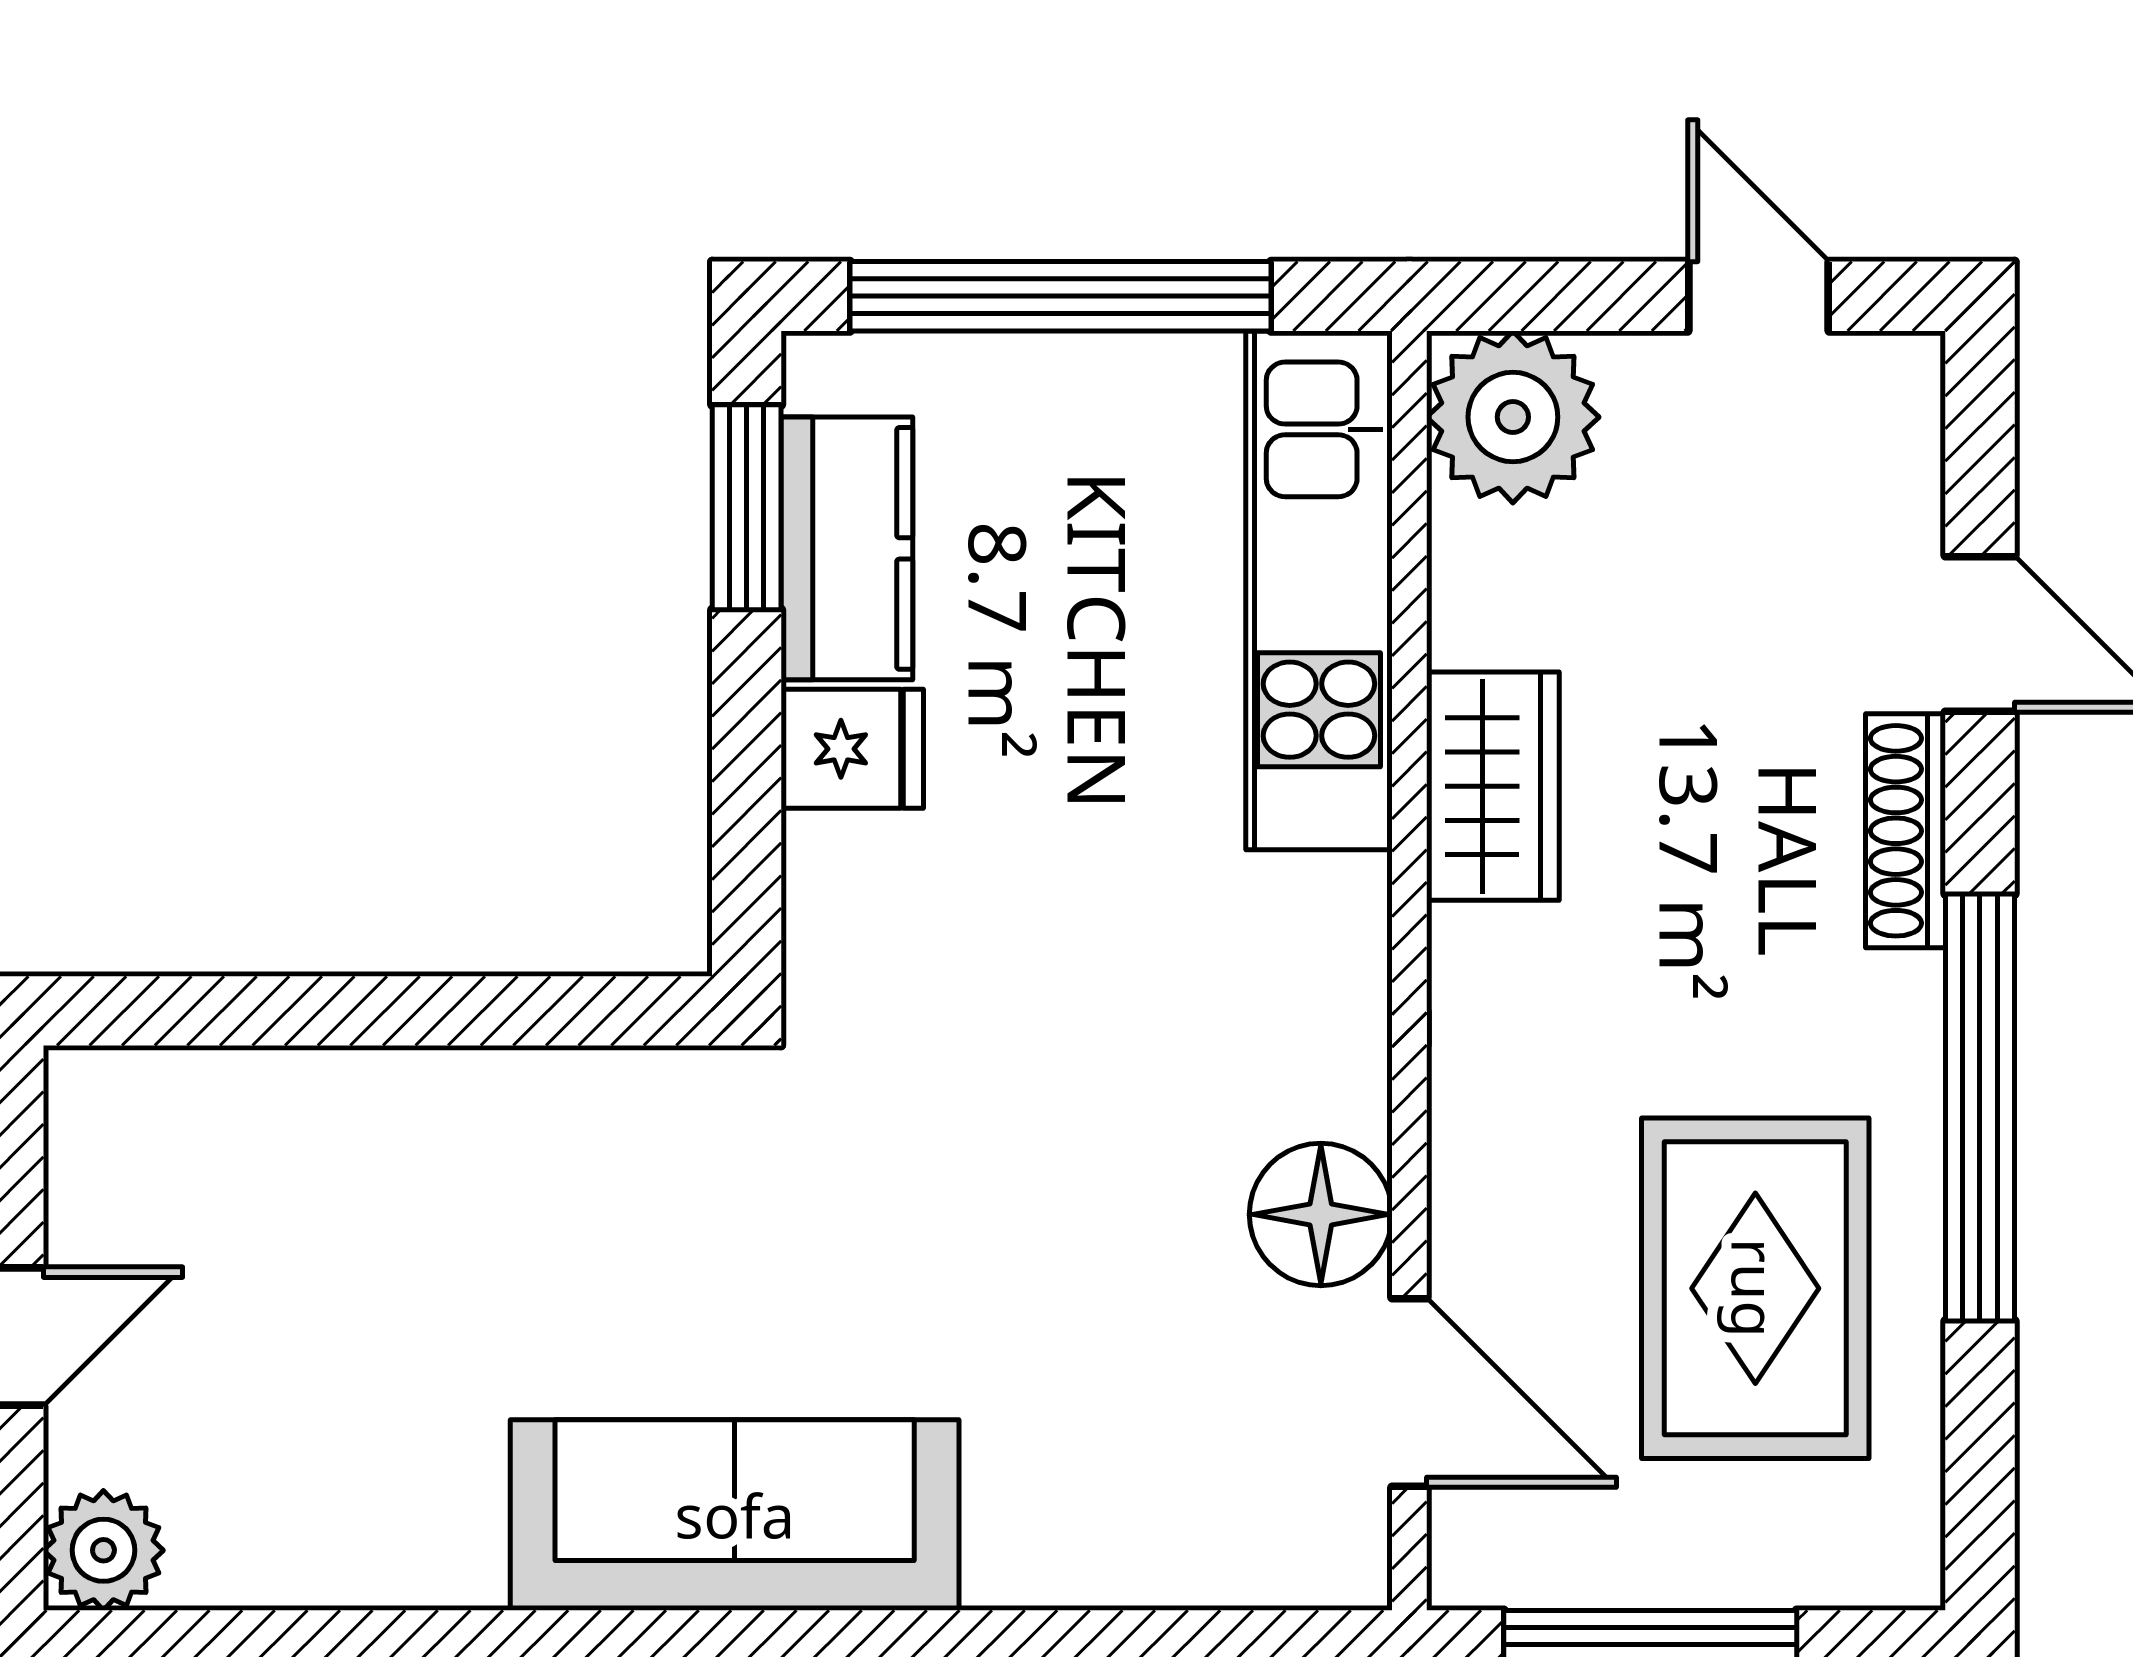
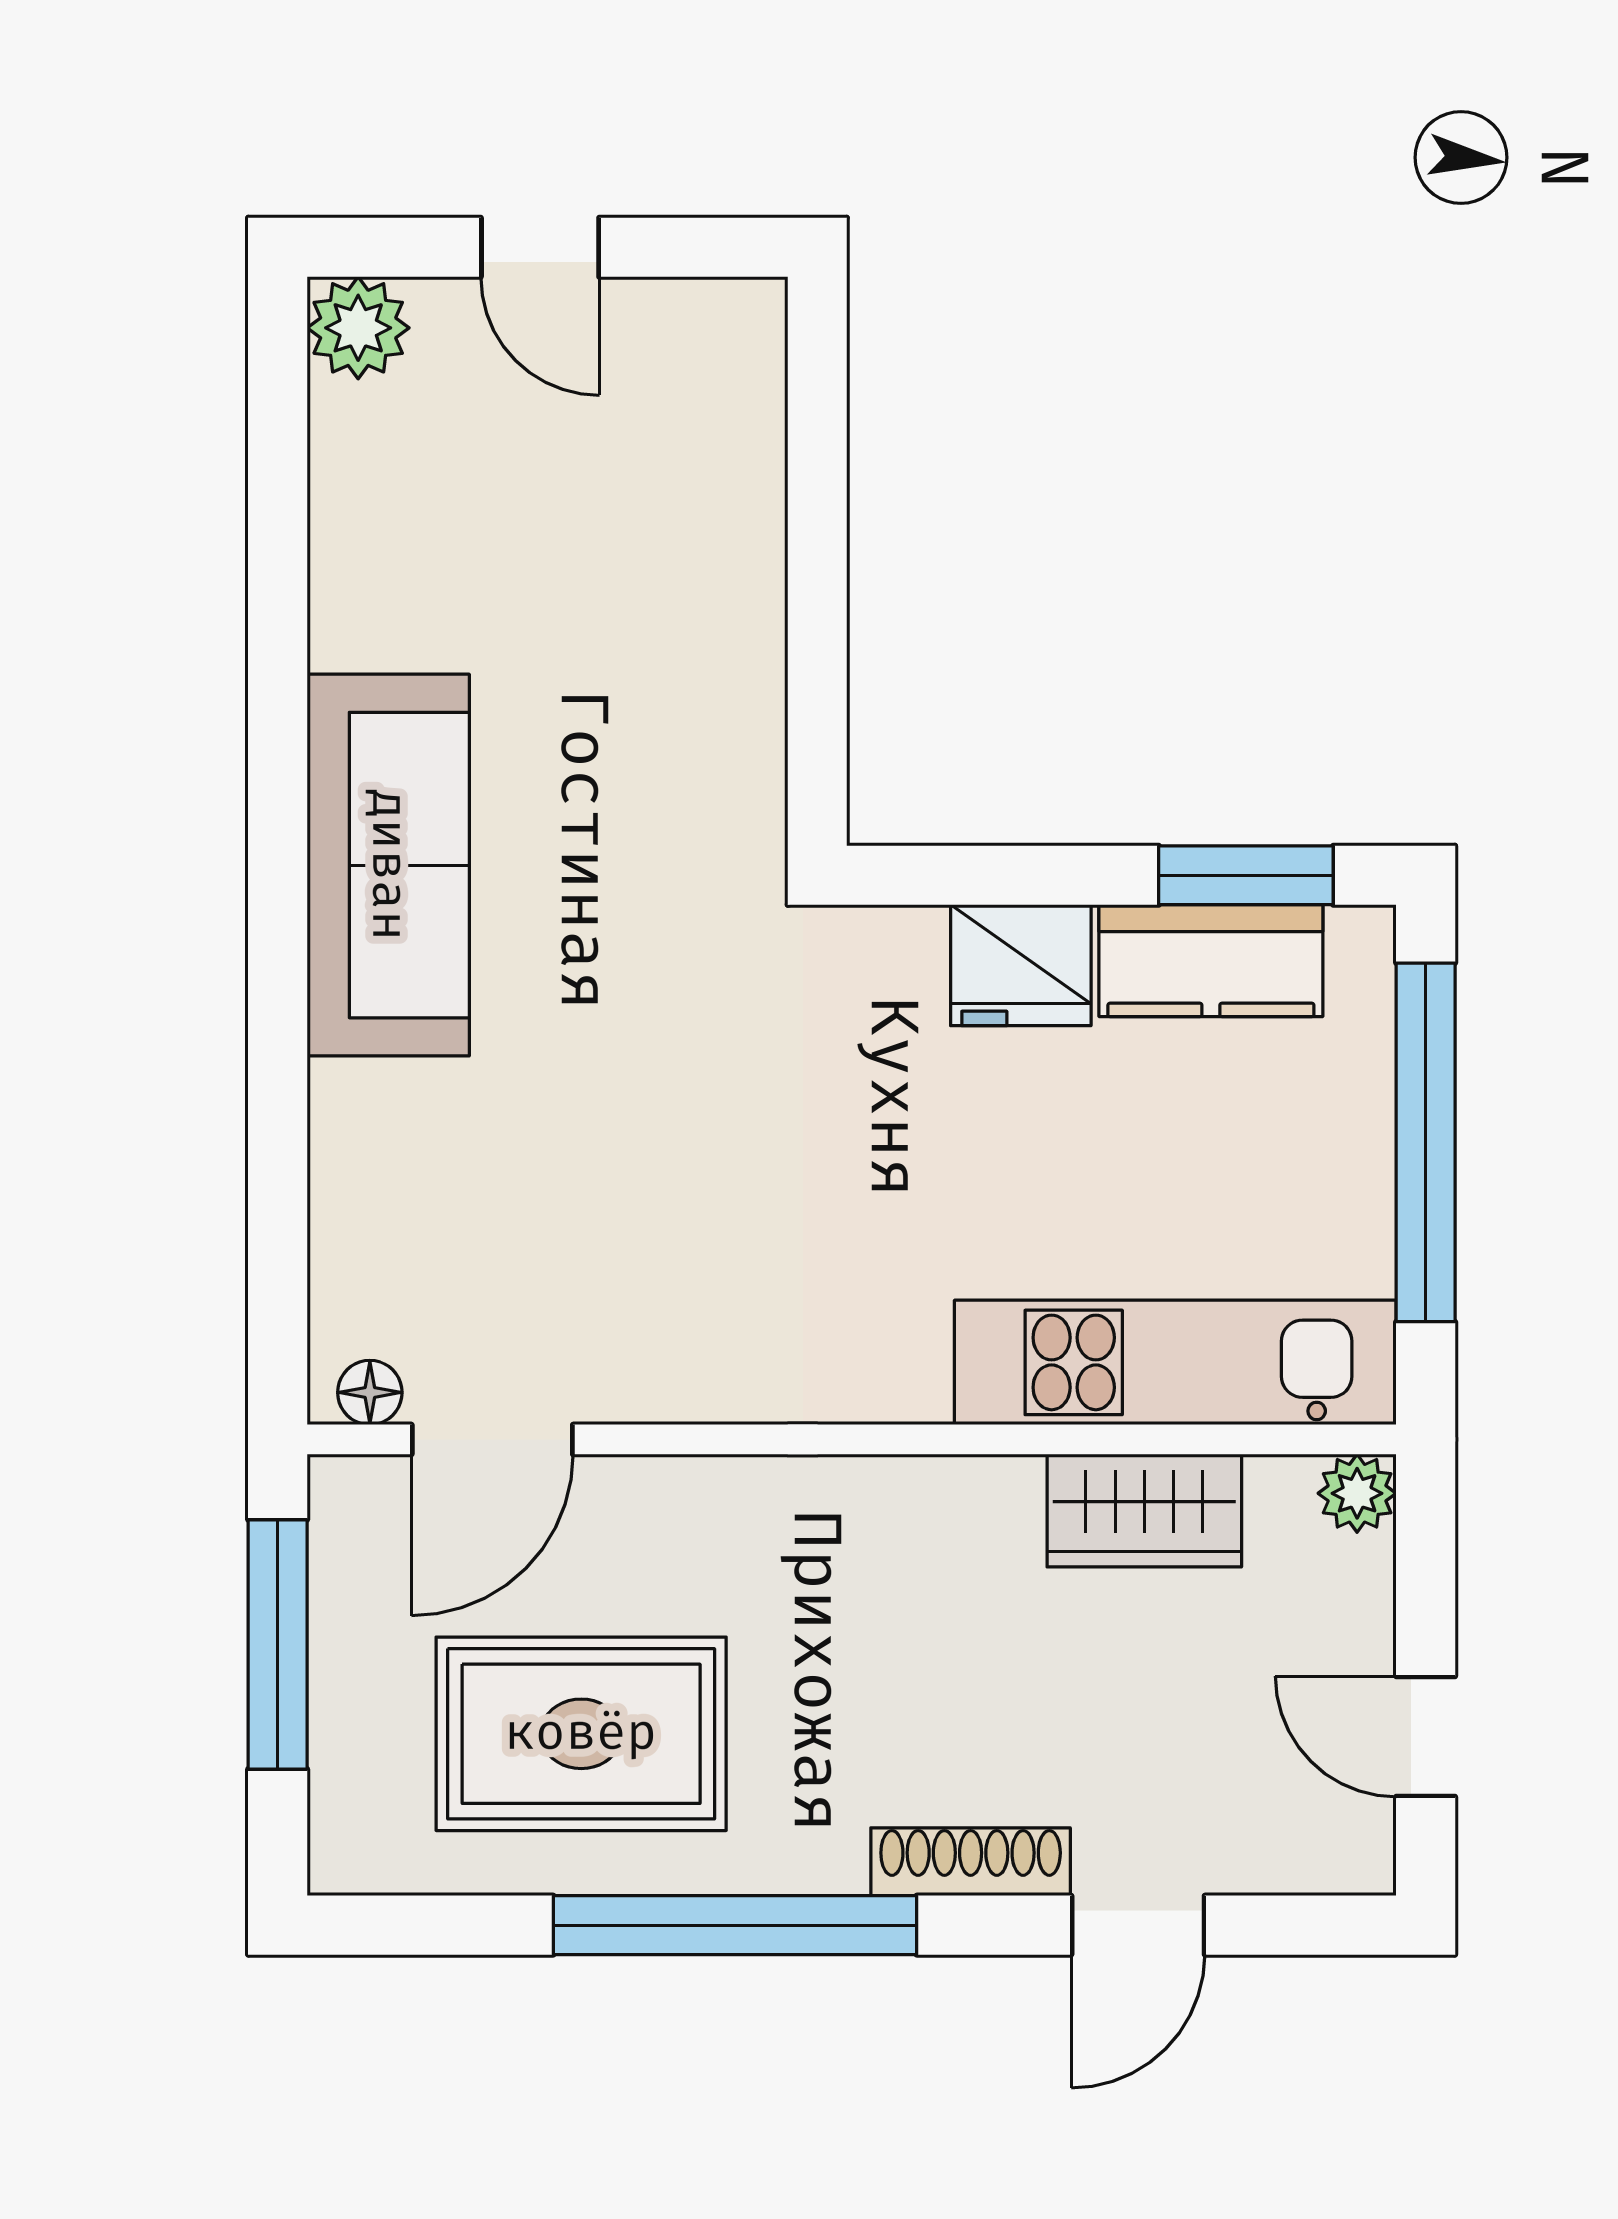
door: (1758, 296) -> (1426, 1737), swing flipped
plant: (1513, 417) -> (1357, 1493), width x0.53, depth x0.53
fridge: (852, 749) -> (1021, 965), width x1.38
wardrobe: (1493, 786) -> (1144, 1511), moved
floor lamp: (1321, 1214) -> (370, 1392), moved, width x0.53, depth x0.53

